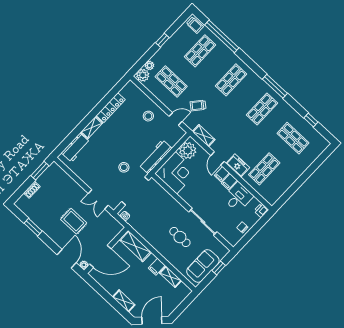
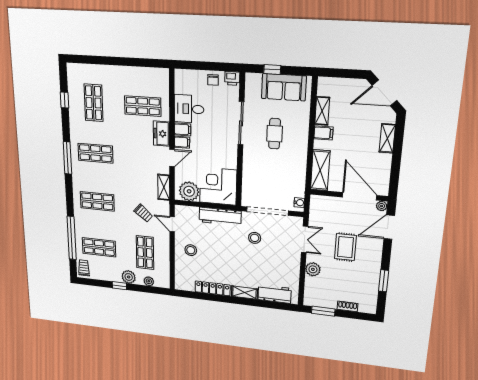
plant: (143, 75) -> (129, 277), moved
plant: (74, 188) -> (313, 269), added
printer: (261, 210) -> (232, 78), moved

